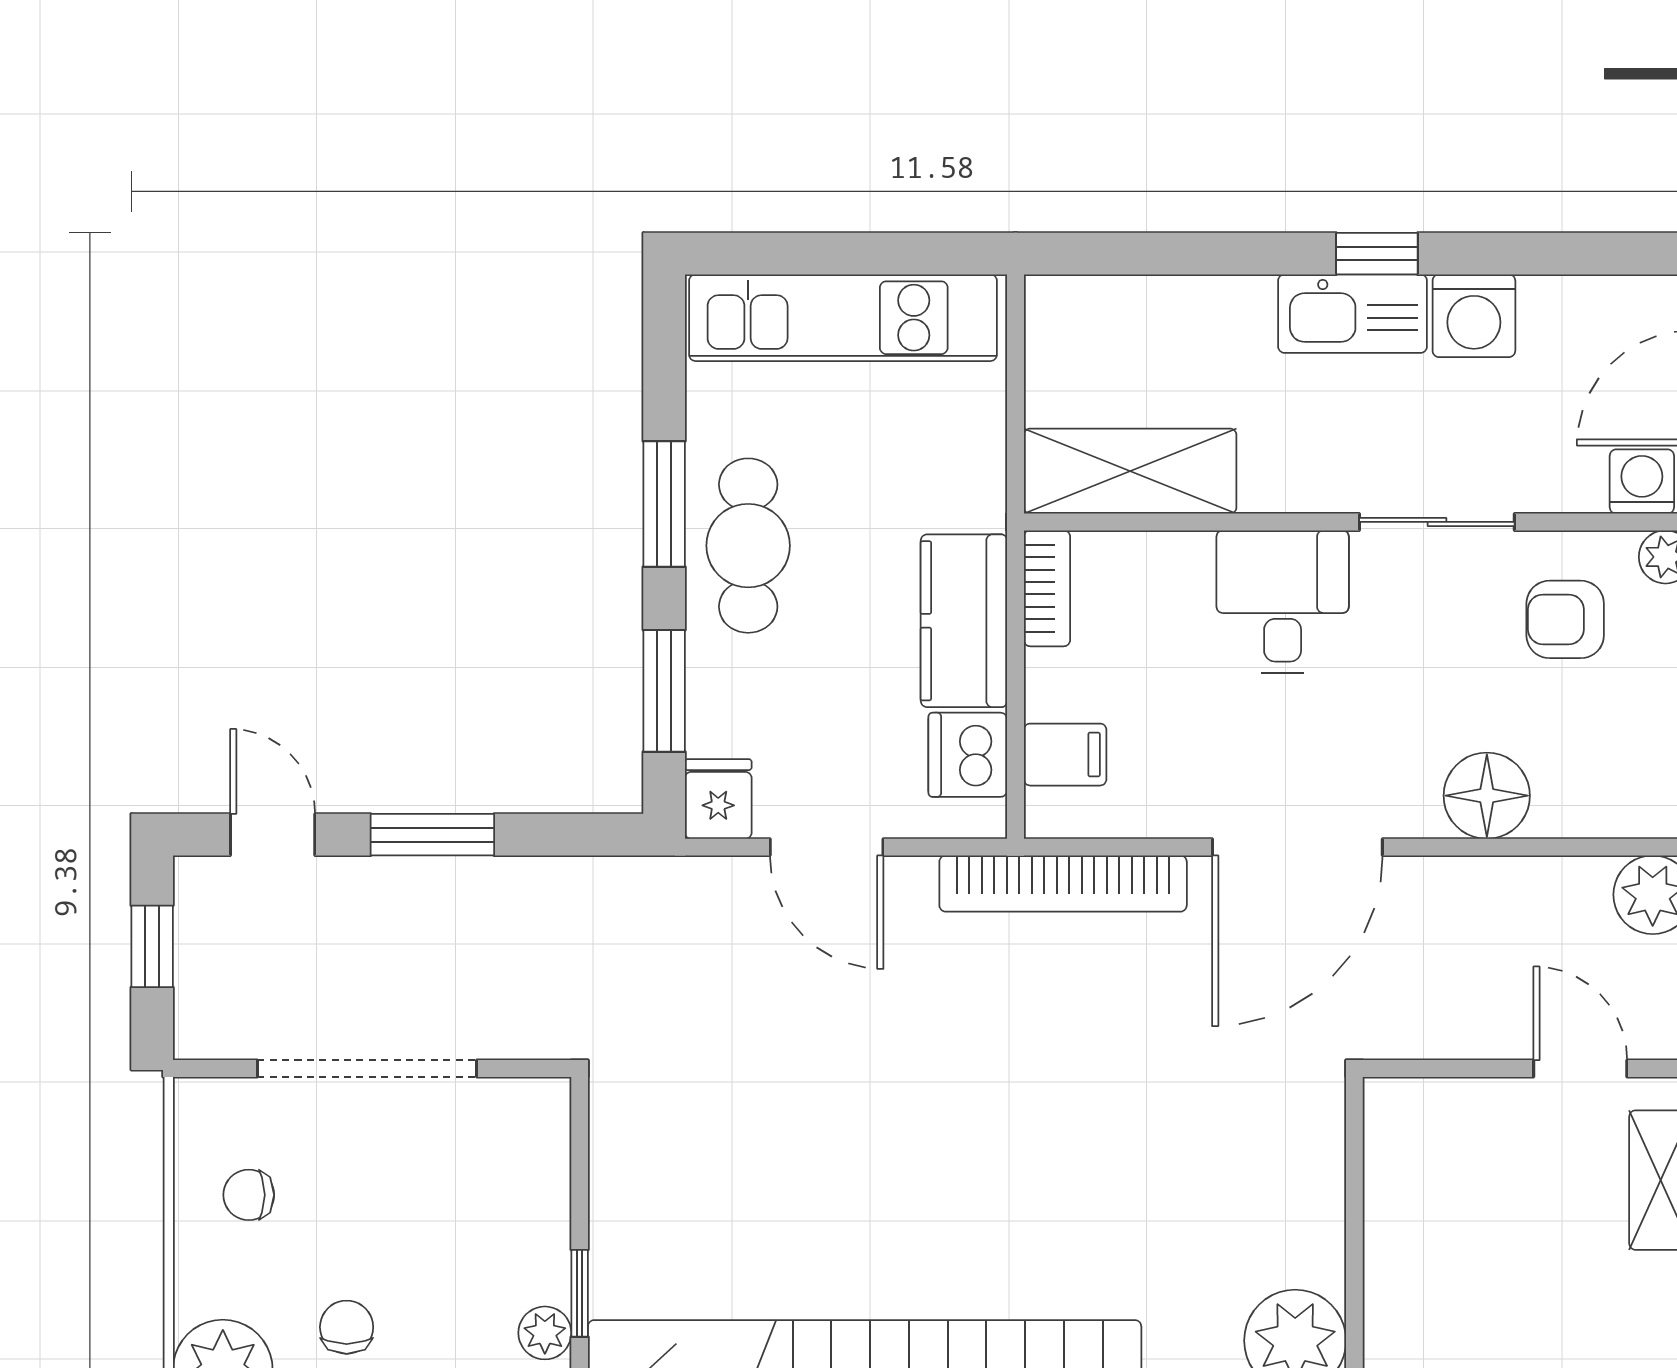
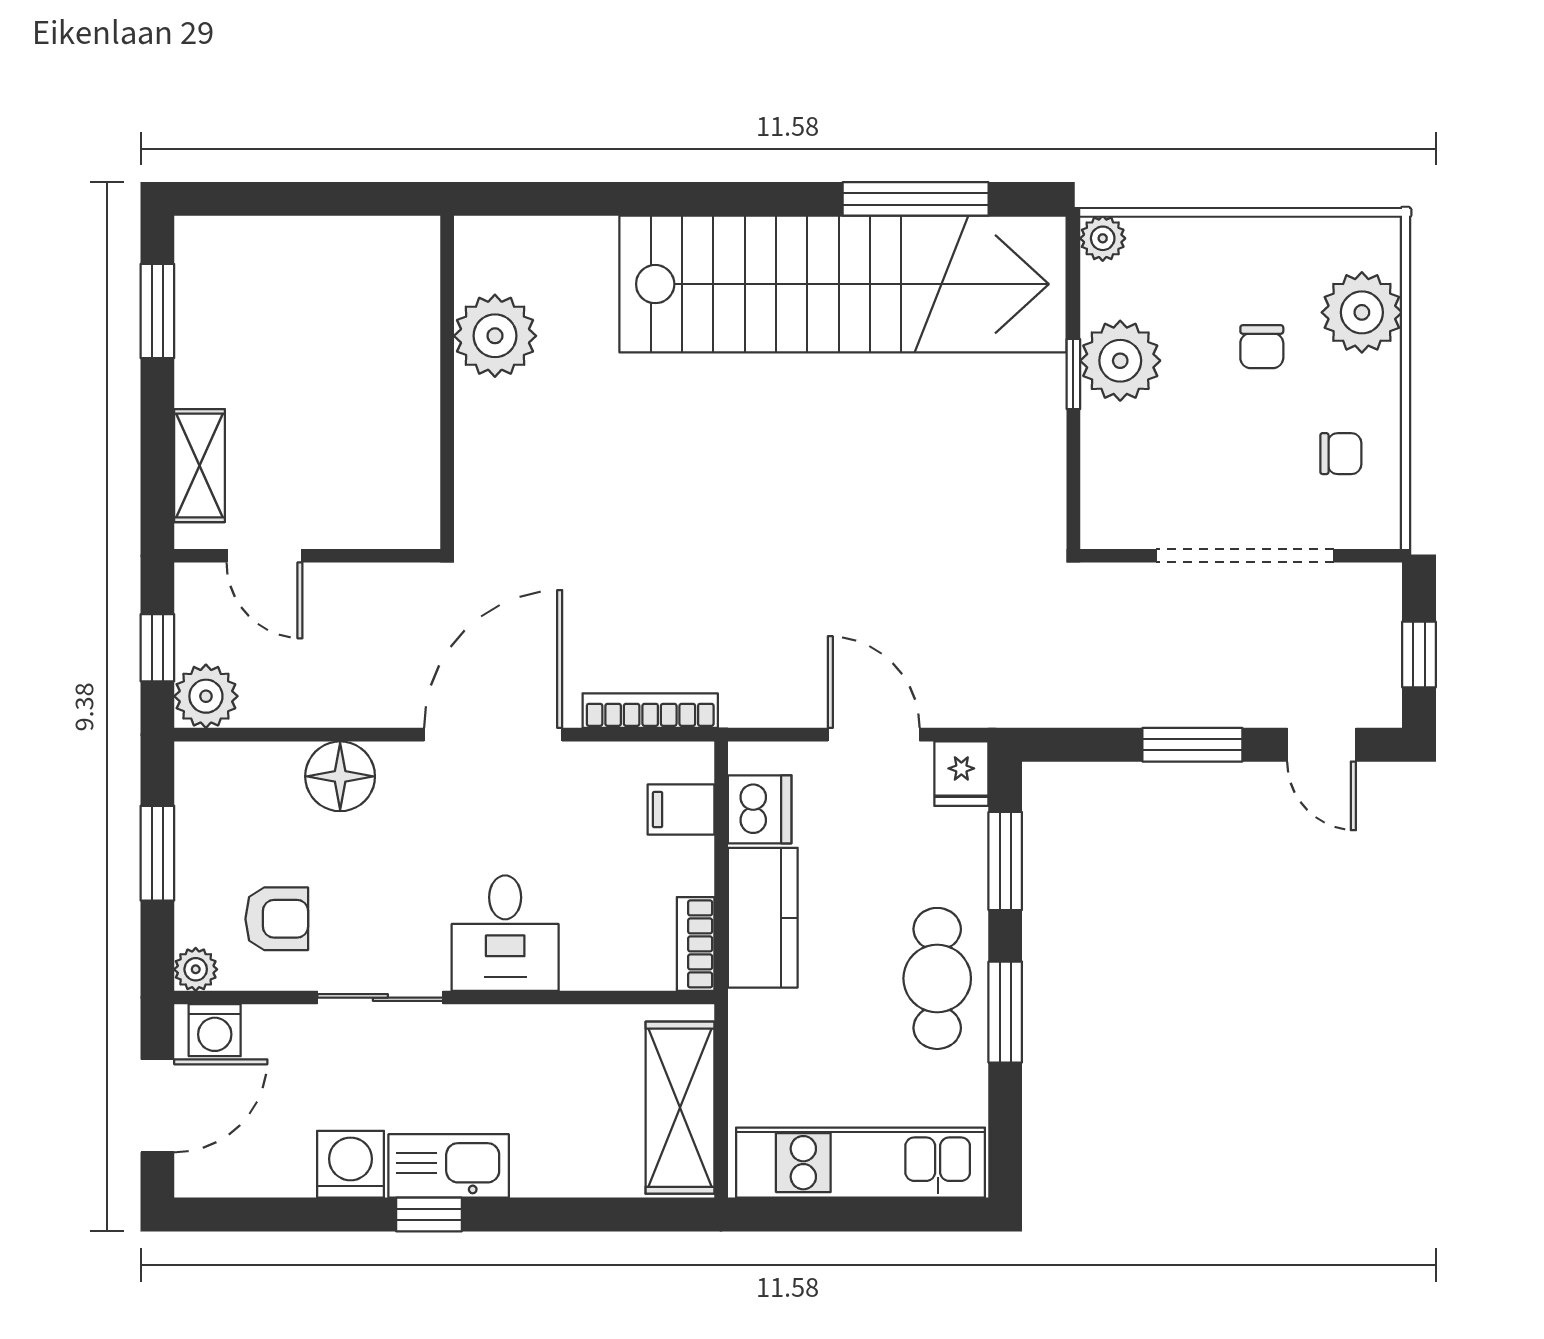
shelving: (1130, 471) -> (680, 1108), moved, turned 90
bookcase: (1063, 884) -> (650, 711), width x0.68, depth x0.76
plant: (545, 1333) -> (1120, 361), width x1.88, depth x1.88

